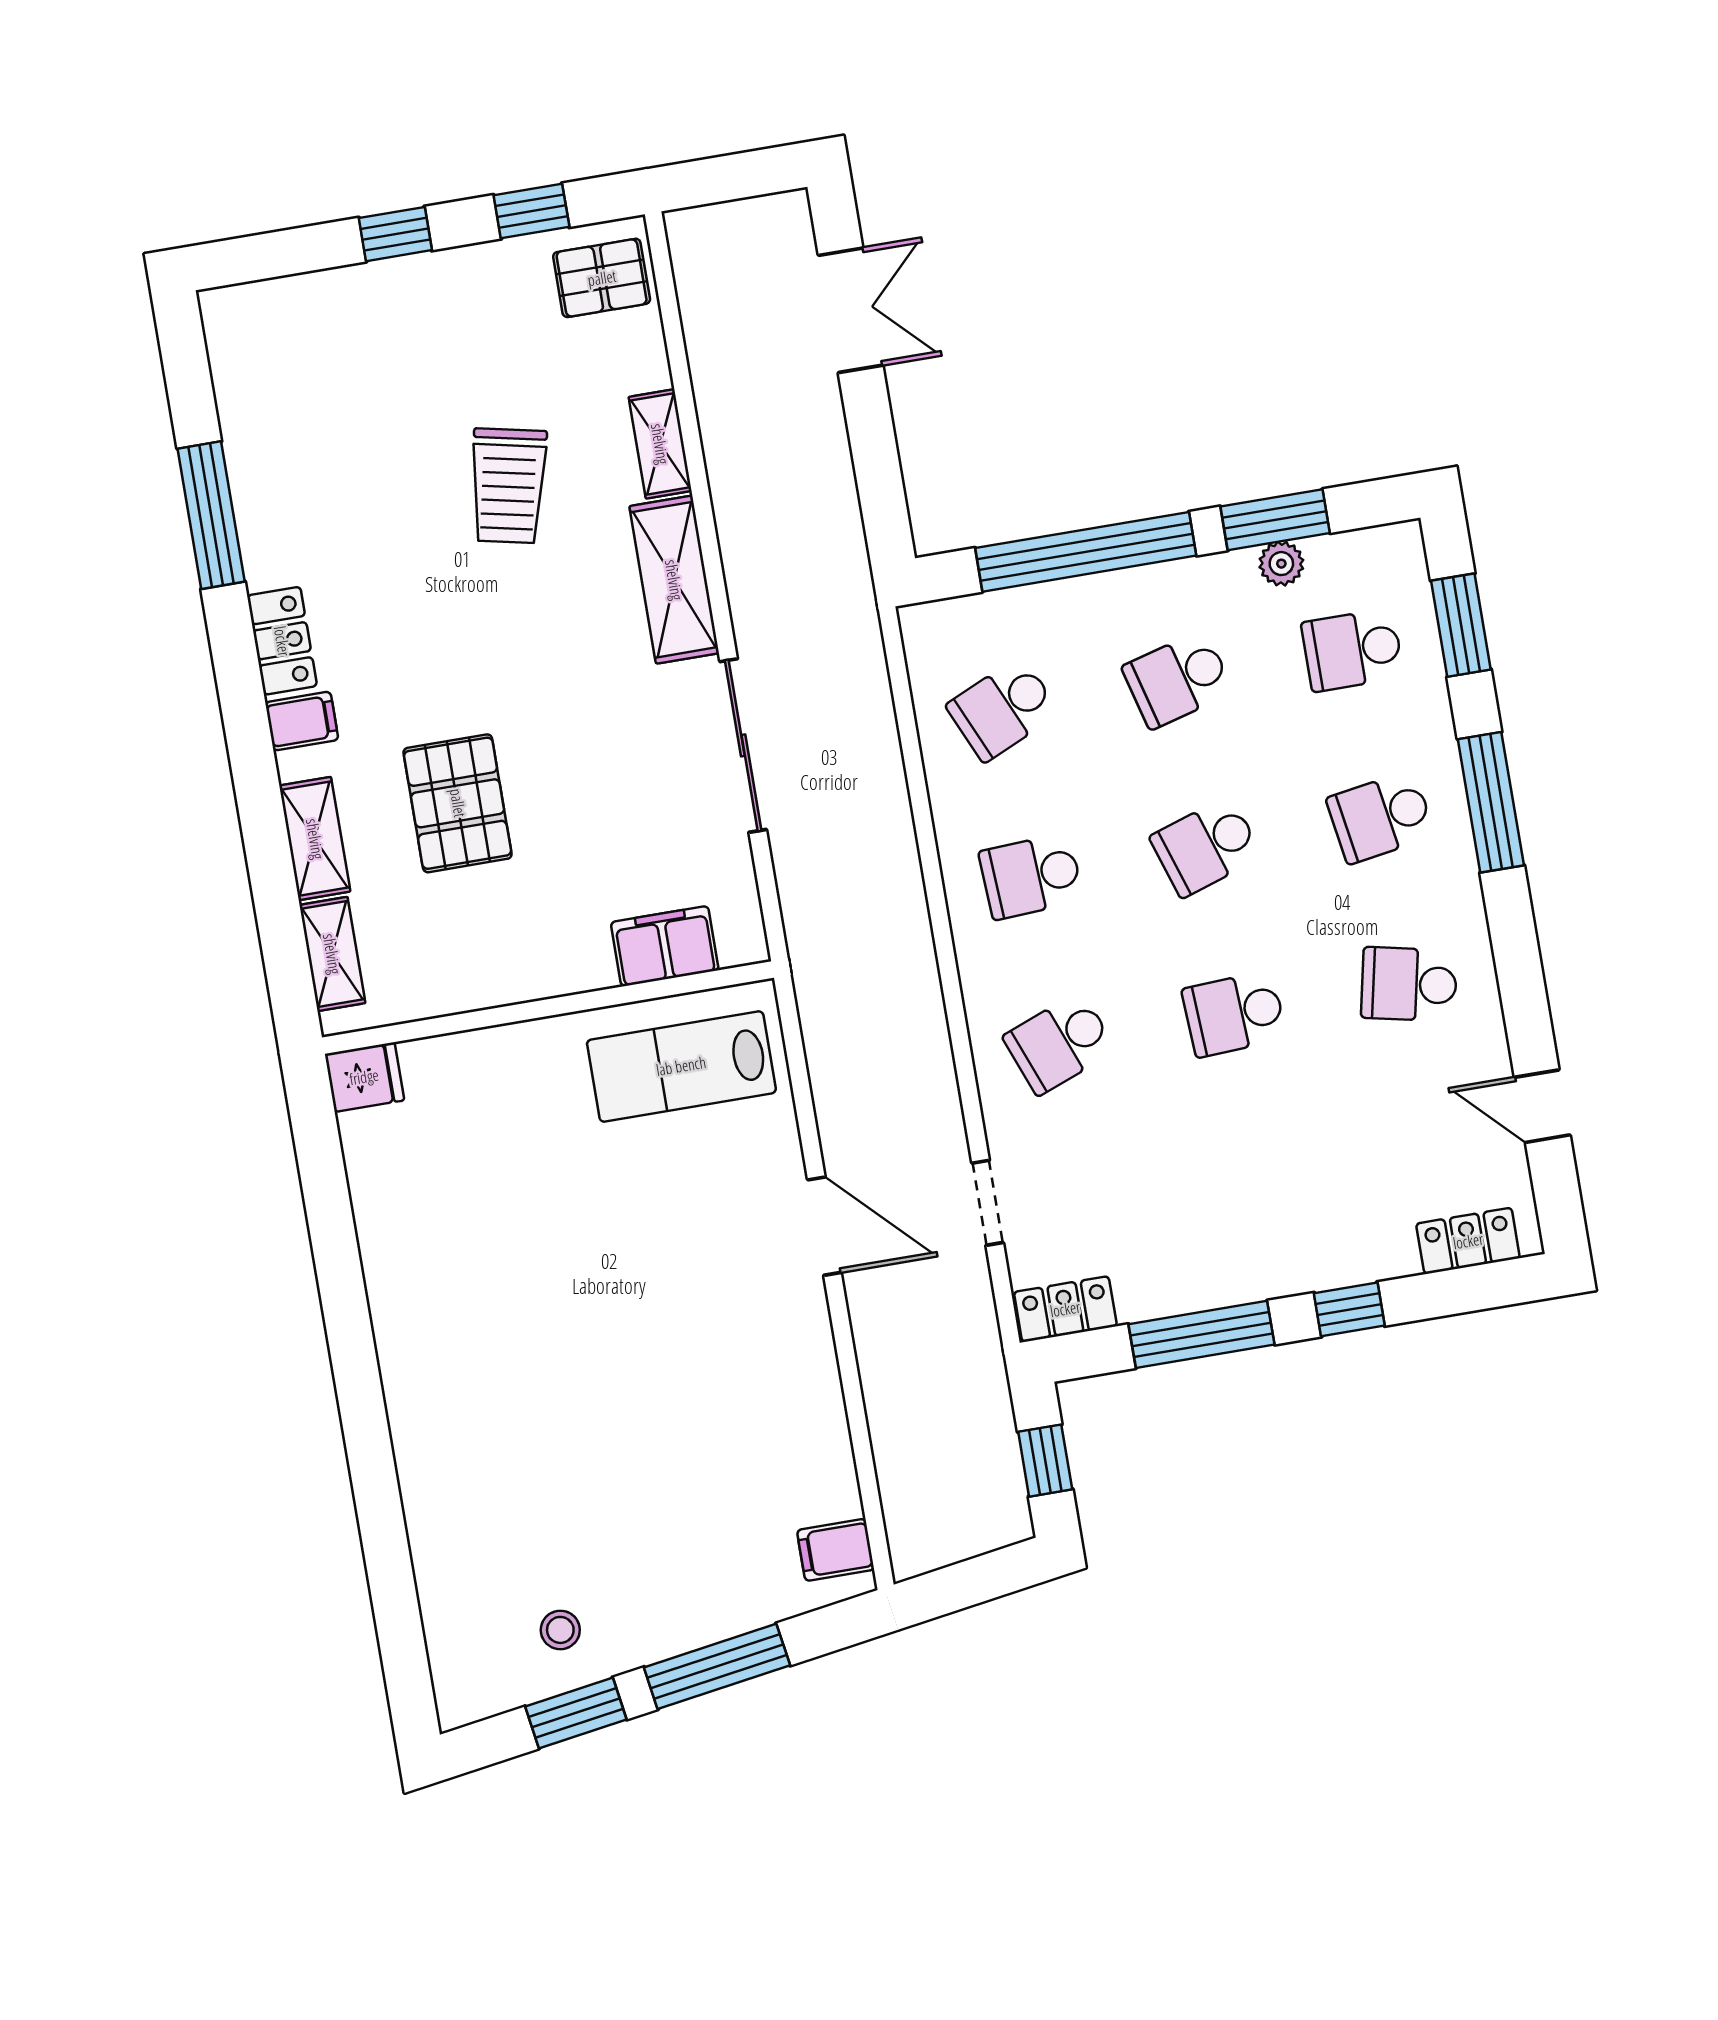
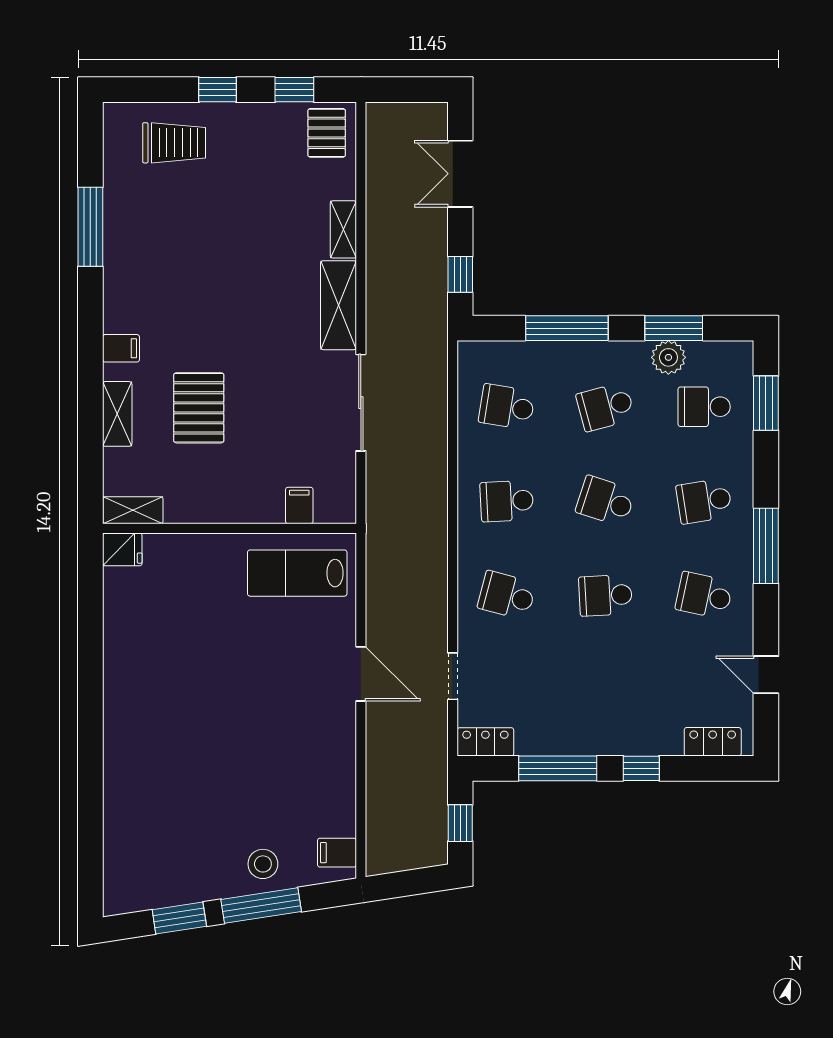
pallet: (602, 278) -> (327, 133), turned 90
double door: (851, 310) -> (460, 174), swing flipped
trolley: (508, 486) -> (174, 143), moved, turned -102
window: (881, 489) -> (460, 274), added
window: (1086, 552) -> (567, 328), width x0.68
plant: (1281, 564) -> (668, 357), width x1.38, depth x1.38
locker: (282, 641) -> (118, 302), removed
school desk: (1003, 709) -> (507, 407), turned 33
window: (1491, 802) -> (766, 546), moved
school desk: (1206, 847) -> (605, 501), turned 36
filing cabinet: (665, 946) -> (299, 505), width x0.50
shelving: (332, 954) -> (133, 510), moved, turned 90
school desk: (1059, 1043) -> (507, 595), turned 36
stool: (560, 1630) -> (263, 864), moved, width x1.37, depth x1.37

